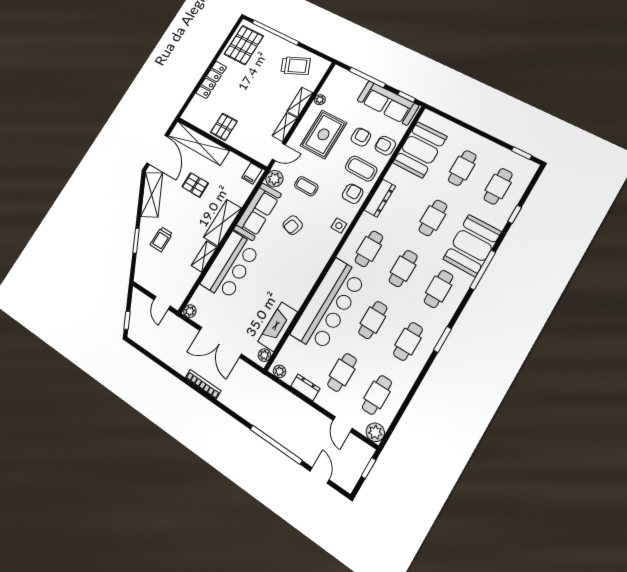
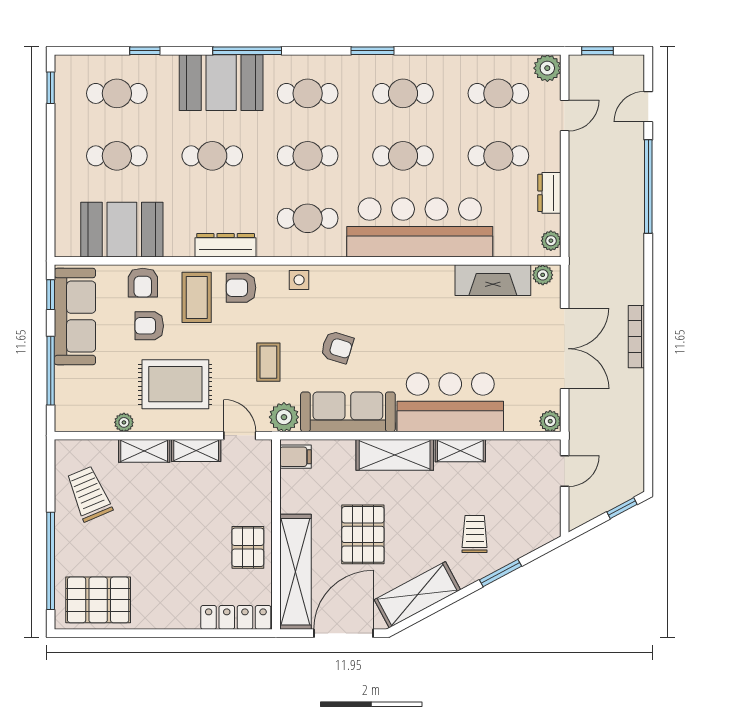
locker: (211, 80) -> (236, 617), moved
pallet: (224, 127) -> (248, 547), turned 90
pallet: (195, 185) -> (363, 534), width x1.50, depth x1.42
trolley: (161, 239) -> (475, 534), turned -90

